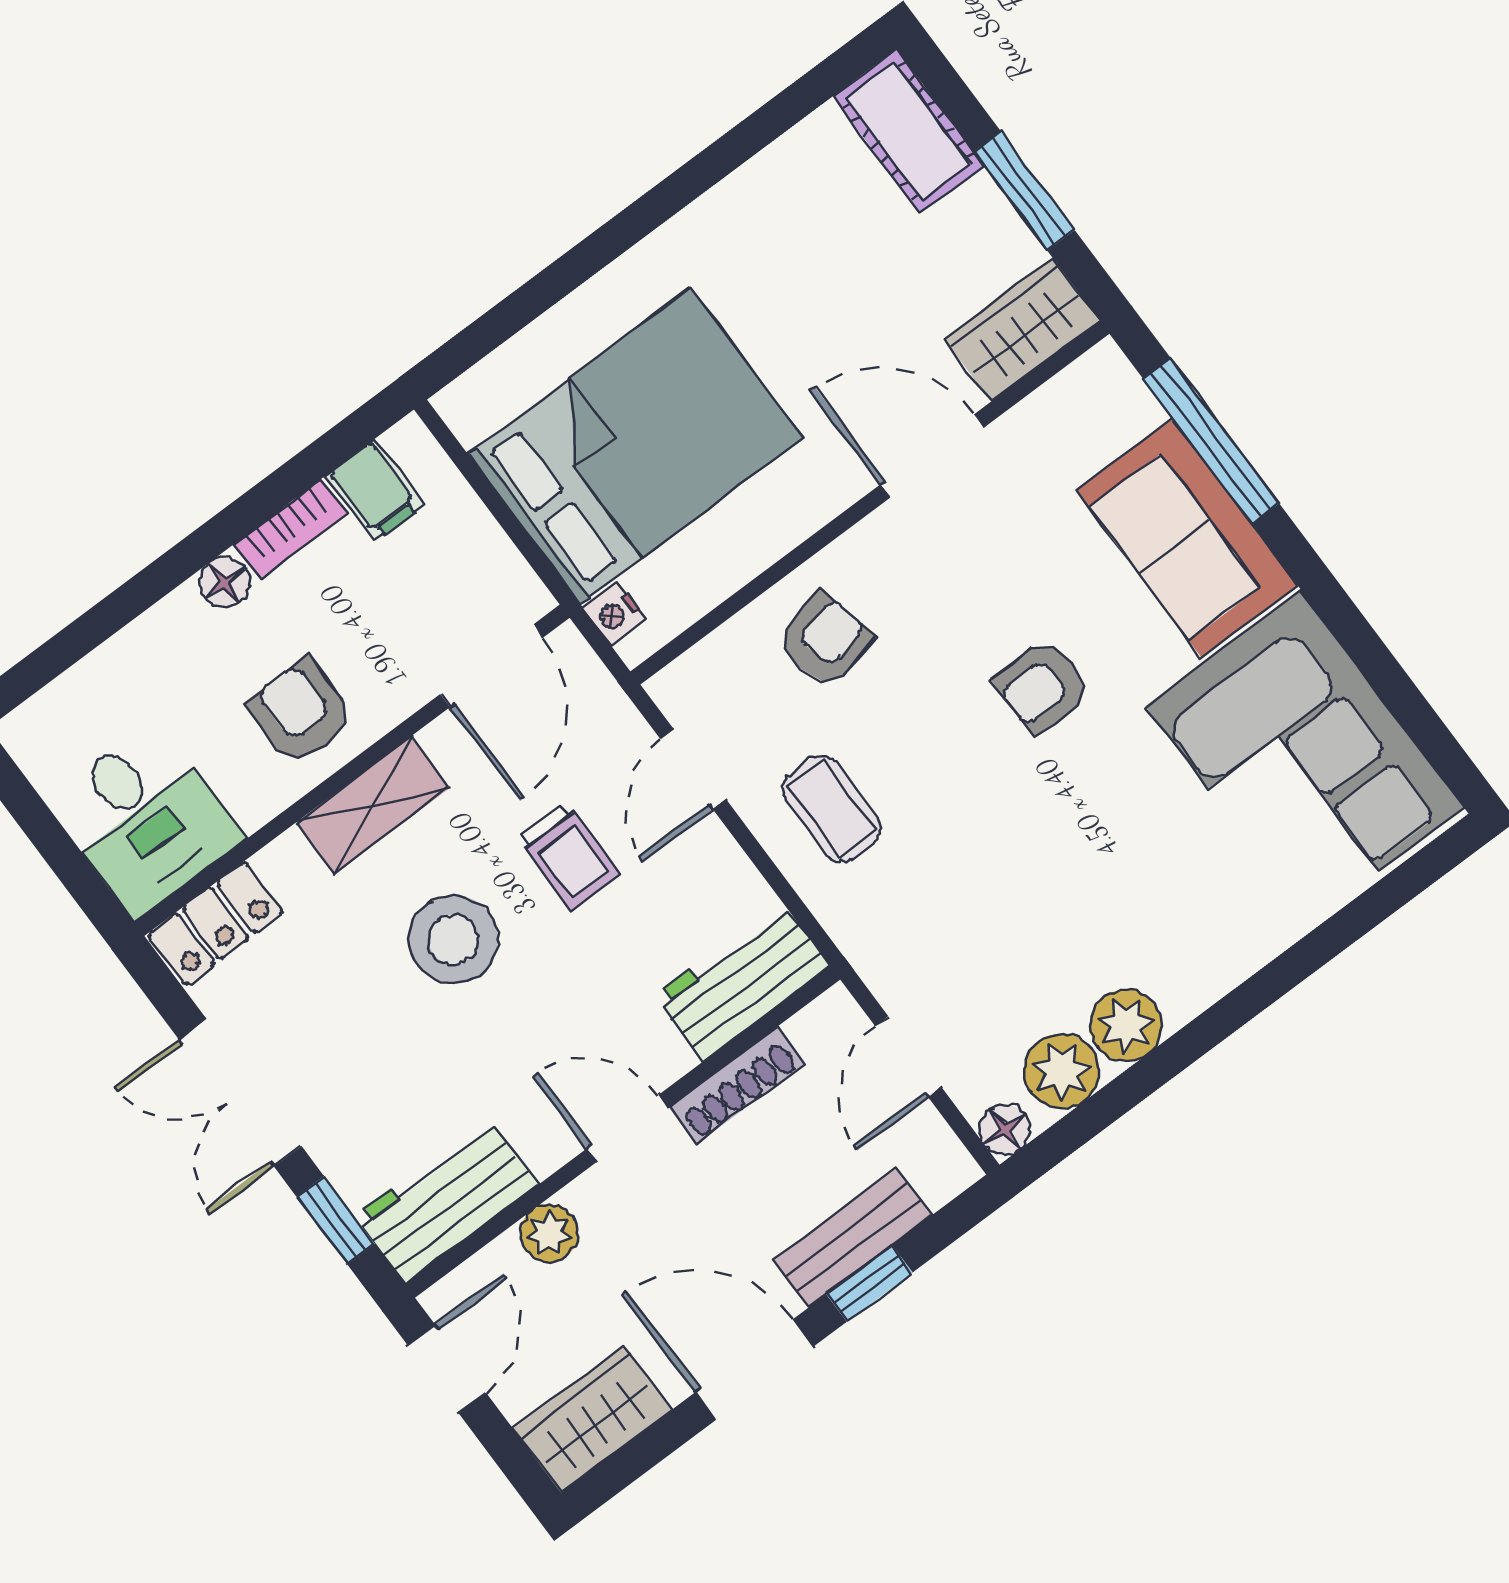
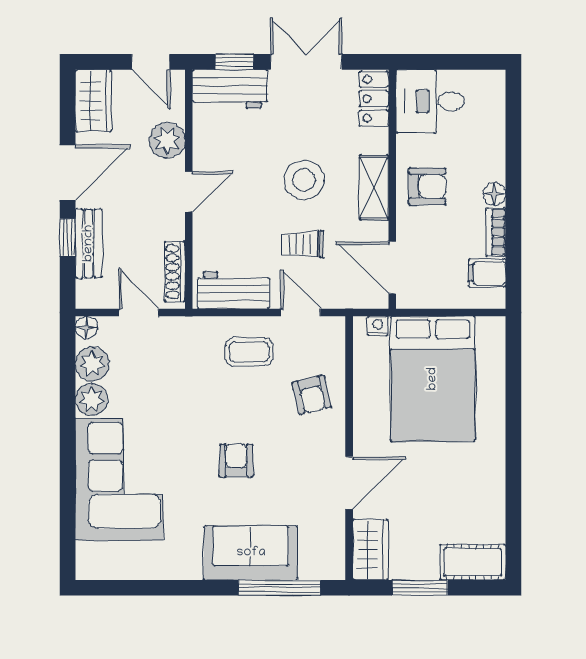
corner sofa: (1305, 757) -> (119, 479), moved, turned 90
workbench: (742, 981) -> (234, 290), moved, turned -90
shoe rack: (737, 1086) -> (175, 272), moved
workbench: (446, 1200) -> (230, 89), moved, turned 90
plant: (549, 1233) -> (167, 140), width x1.38, depth x1.38

